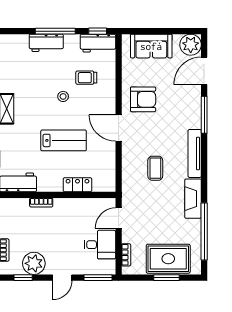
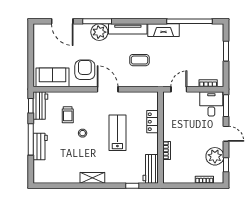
plant: (191, 45) -> (99, 32), moved
sofa: (151, 46) -> (53, 77), moved, turned -90
door: (119, 128) -> (108, 89), swing flipped
door: (119, 218) -> (179, 89), swing flipped
desk: (100, 245) -> (211, 104), moved
rug: (168, 259) -> (211, 50), removed

